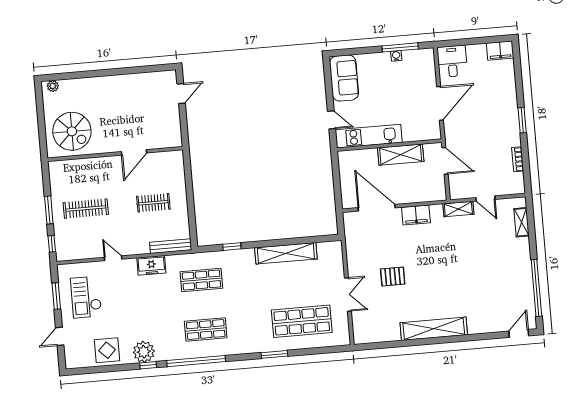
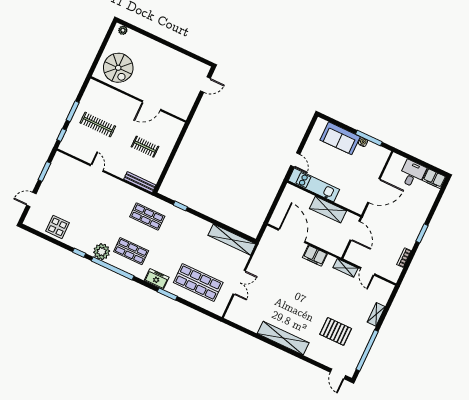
desk: (452, 61) -> (412, 174), moved
sofa: (344, 78) -> (340, 138), moved, turned 90
shelving: (521, 222) -> (376, 314), moved
shelving: (286, 253) -> (232, 240), moved
freezer: (151, 265) -> (157, 279), moved, turned 180
pallet: (393, 277) -> (336, 331), moved, width x1.50, depth x1.42
checkout: (86, 297) -> (64, 184), removed
door: (519, 333) -> (338, 374), swing flipped
plant: (144, 352) -> (102, 252), moved

